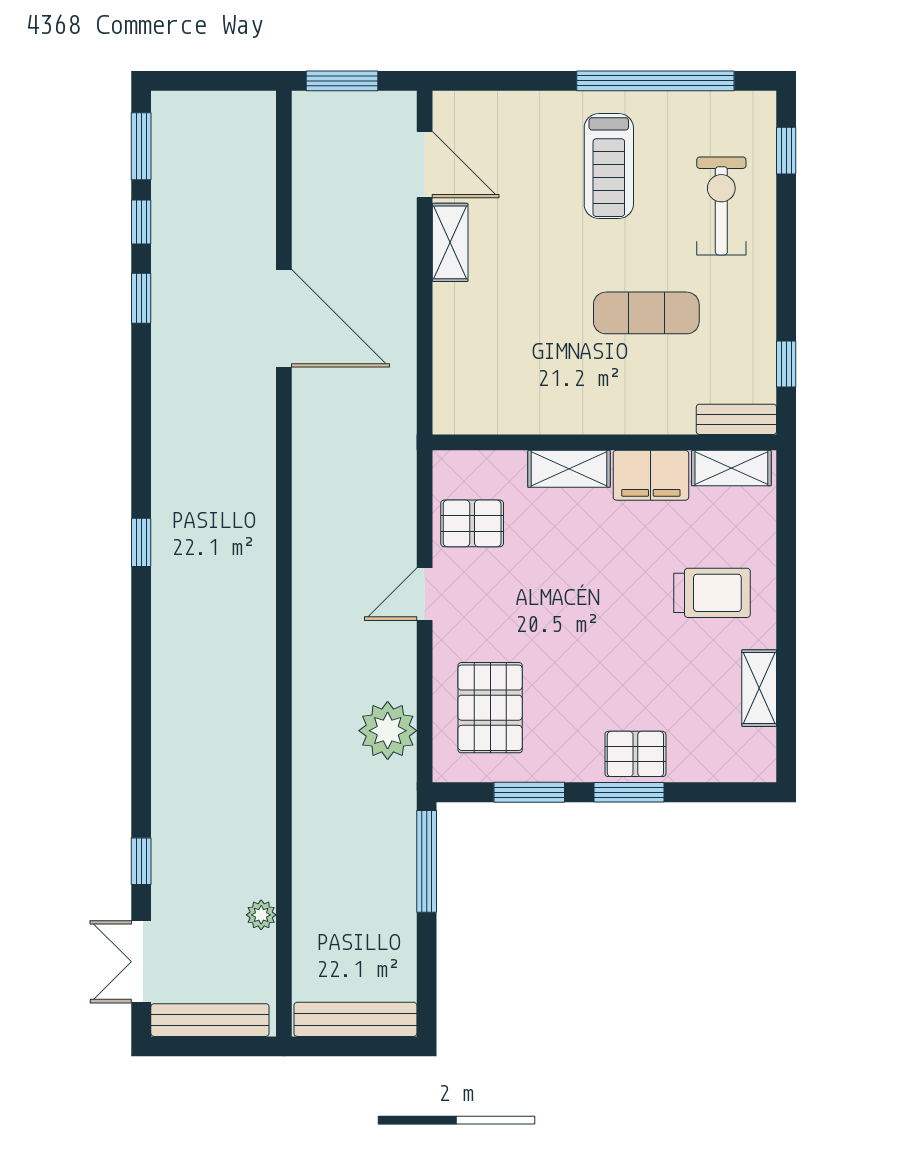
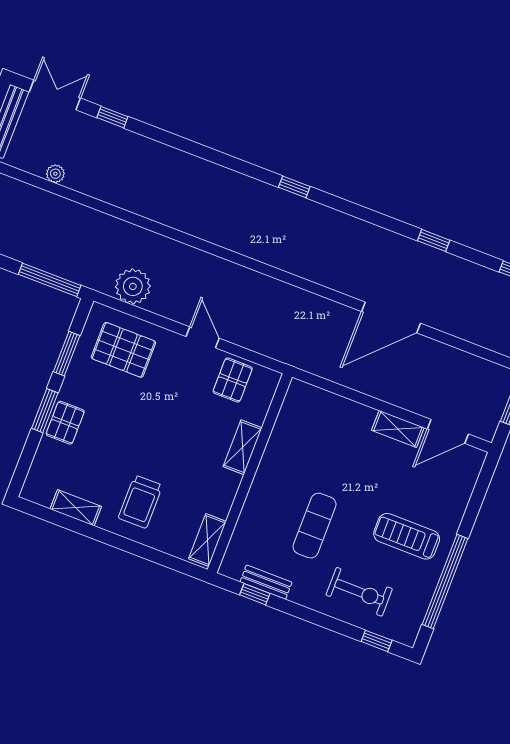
window: (141, 222) -> (477, 257), removed
bench: (736, 419) -> (266, 582), moved, turned 90
filing cabinet: (651, 475) -> (221, 493), removed

